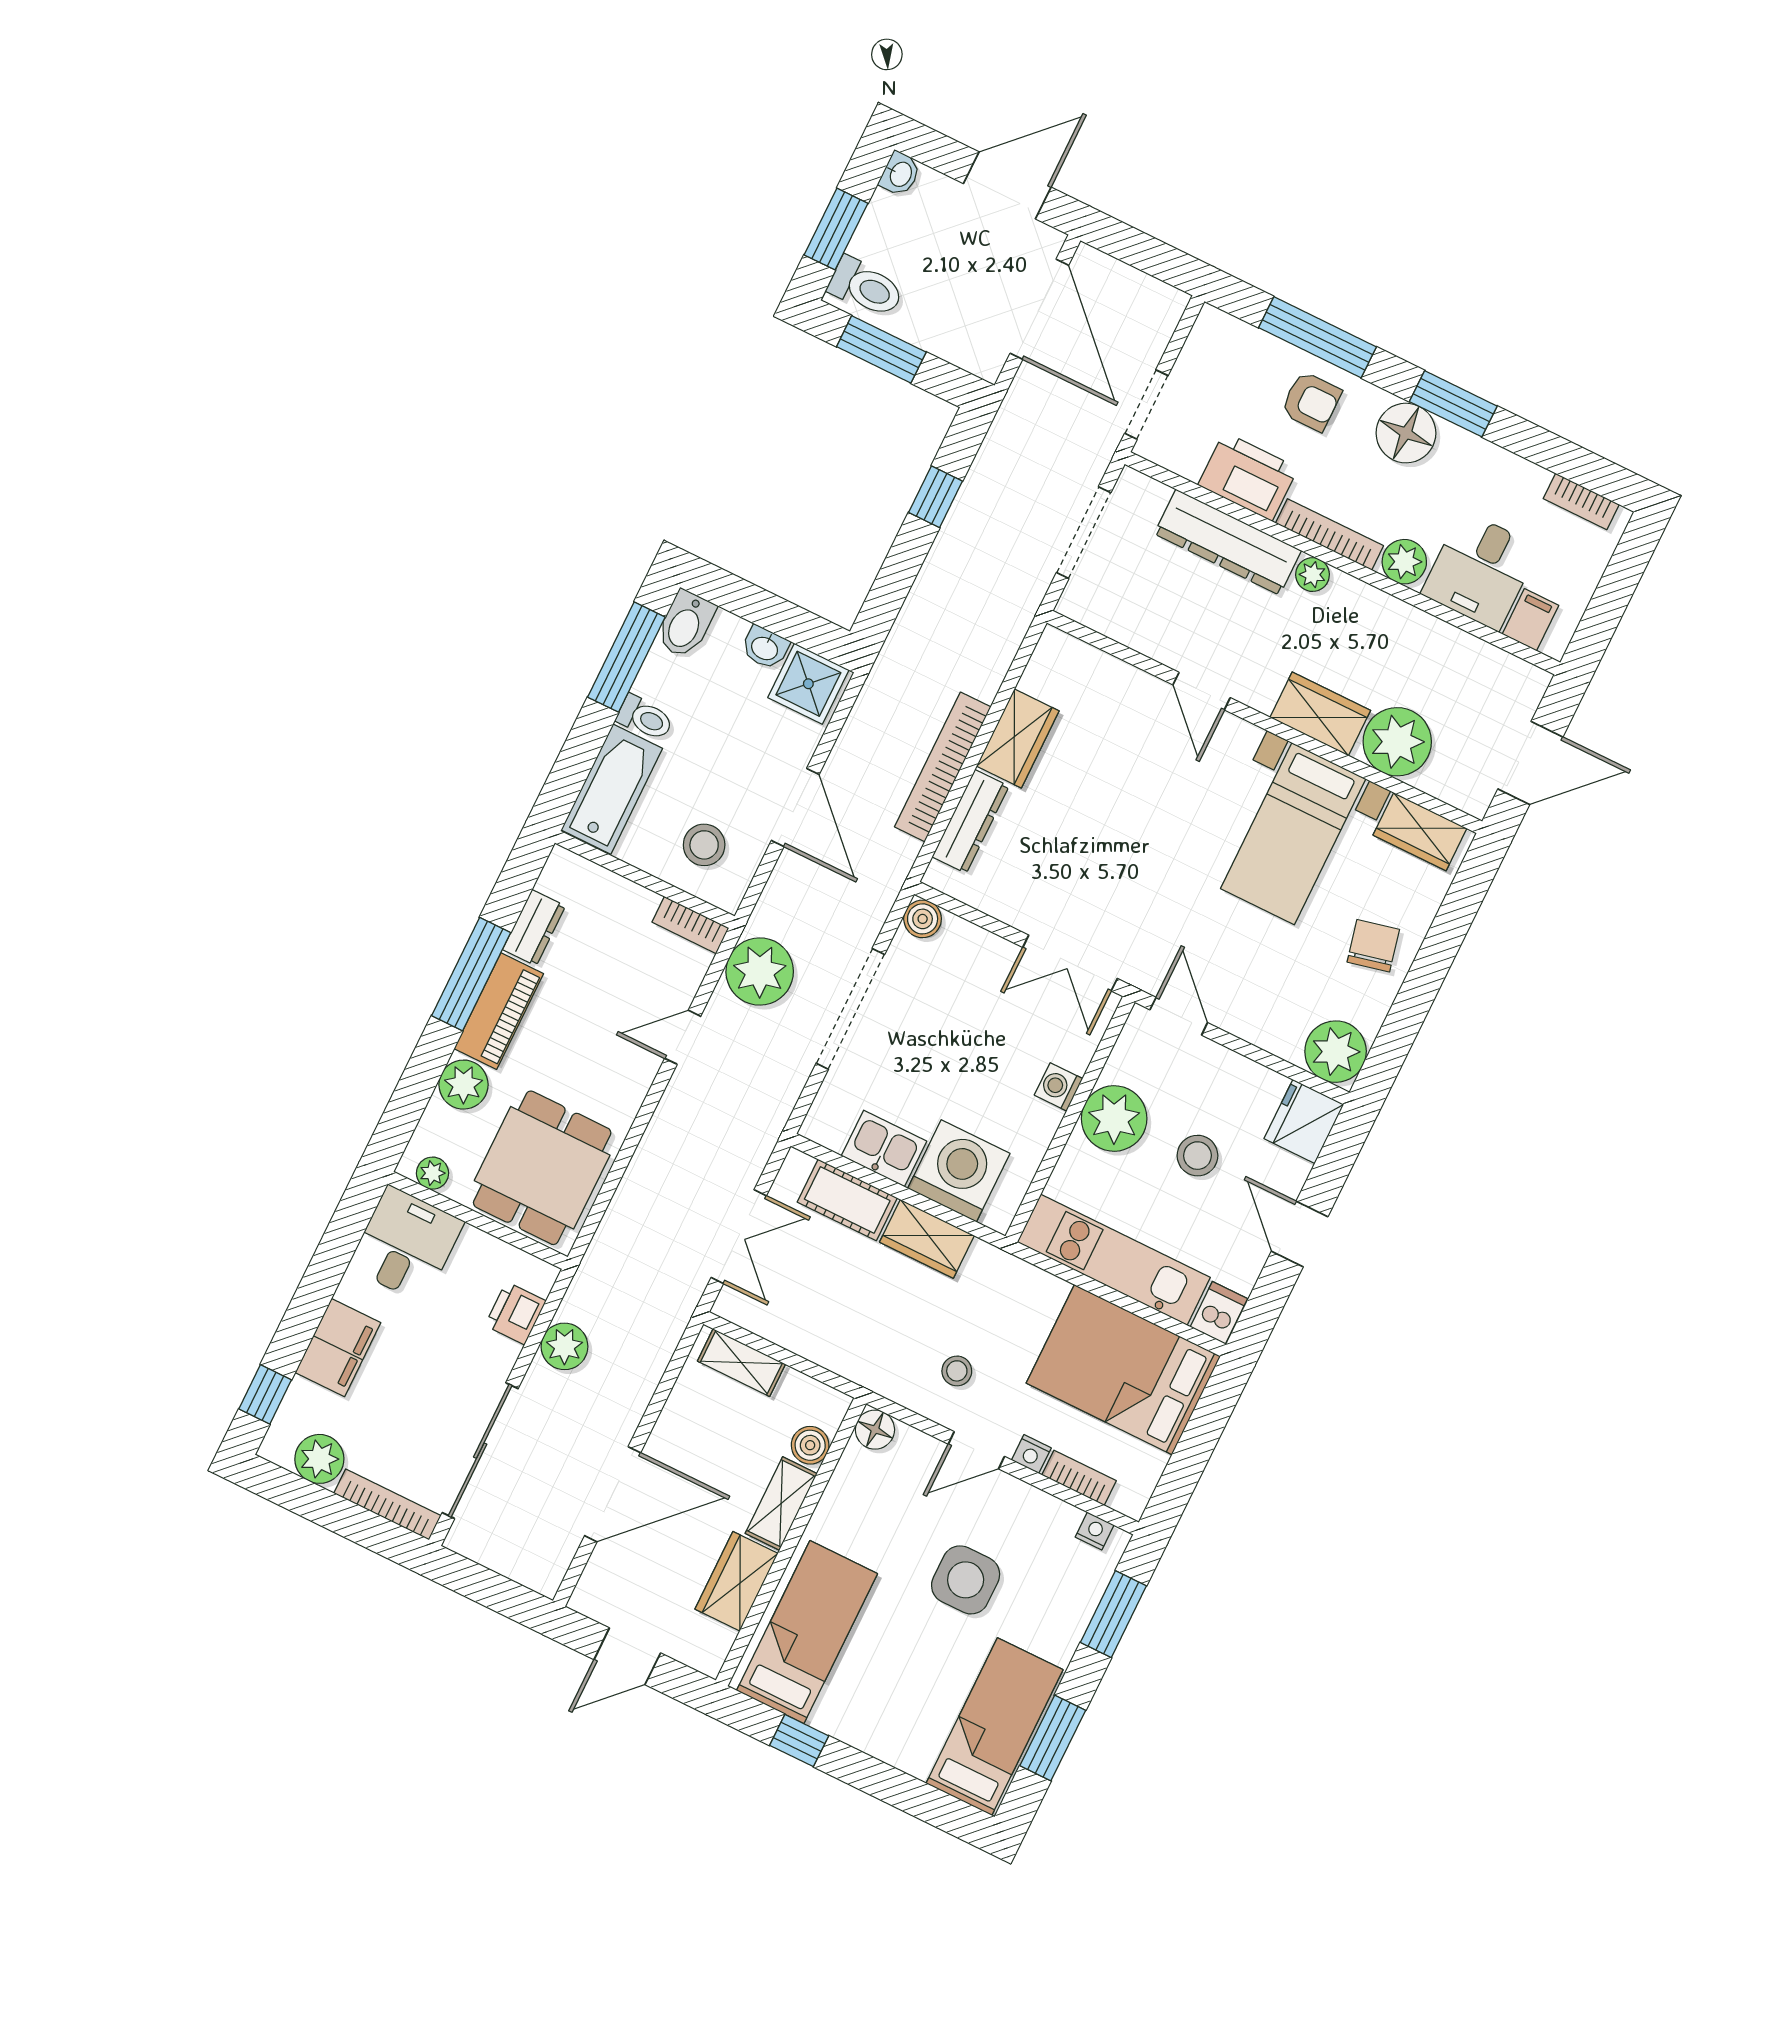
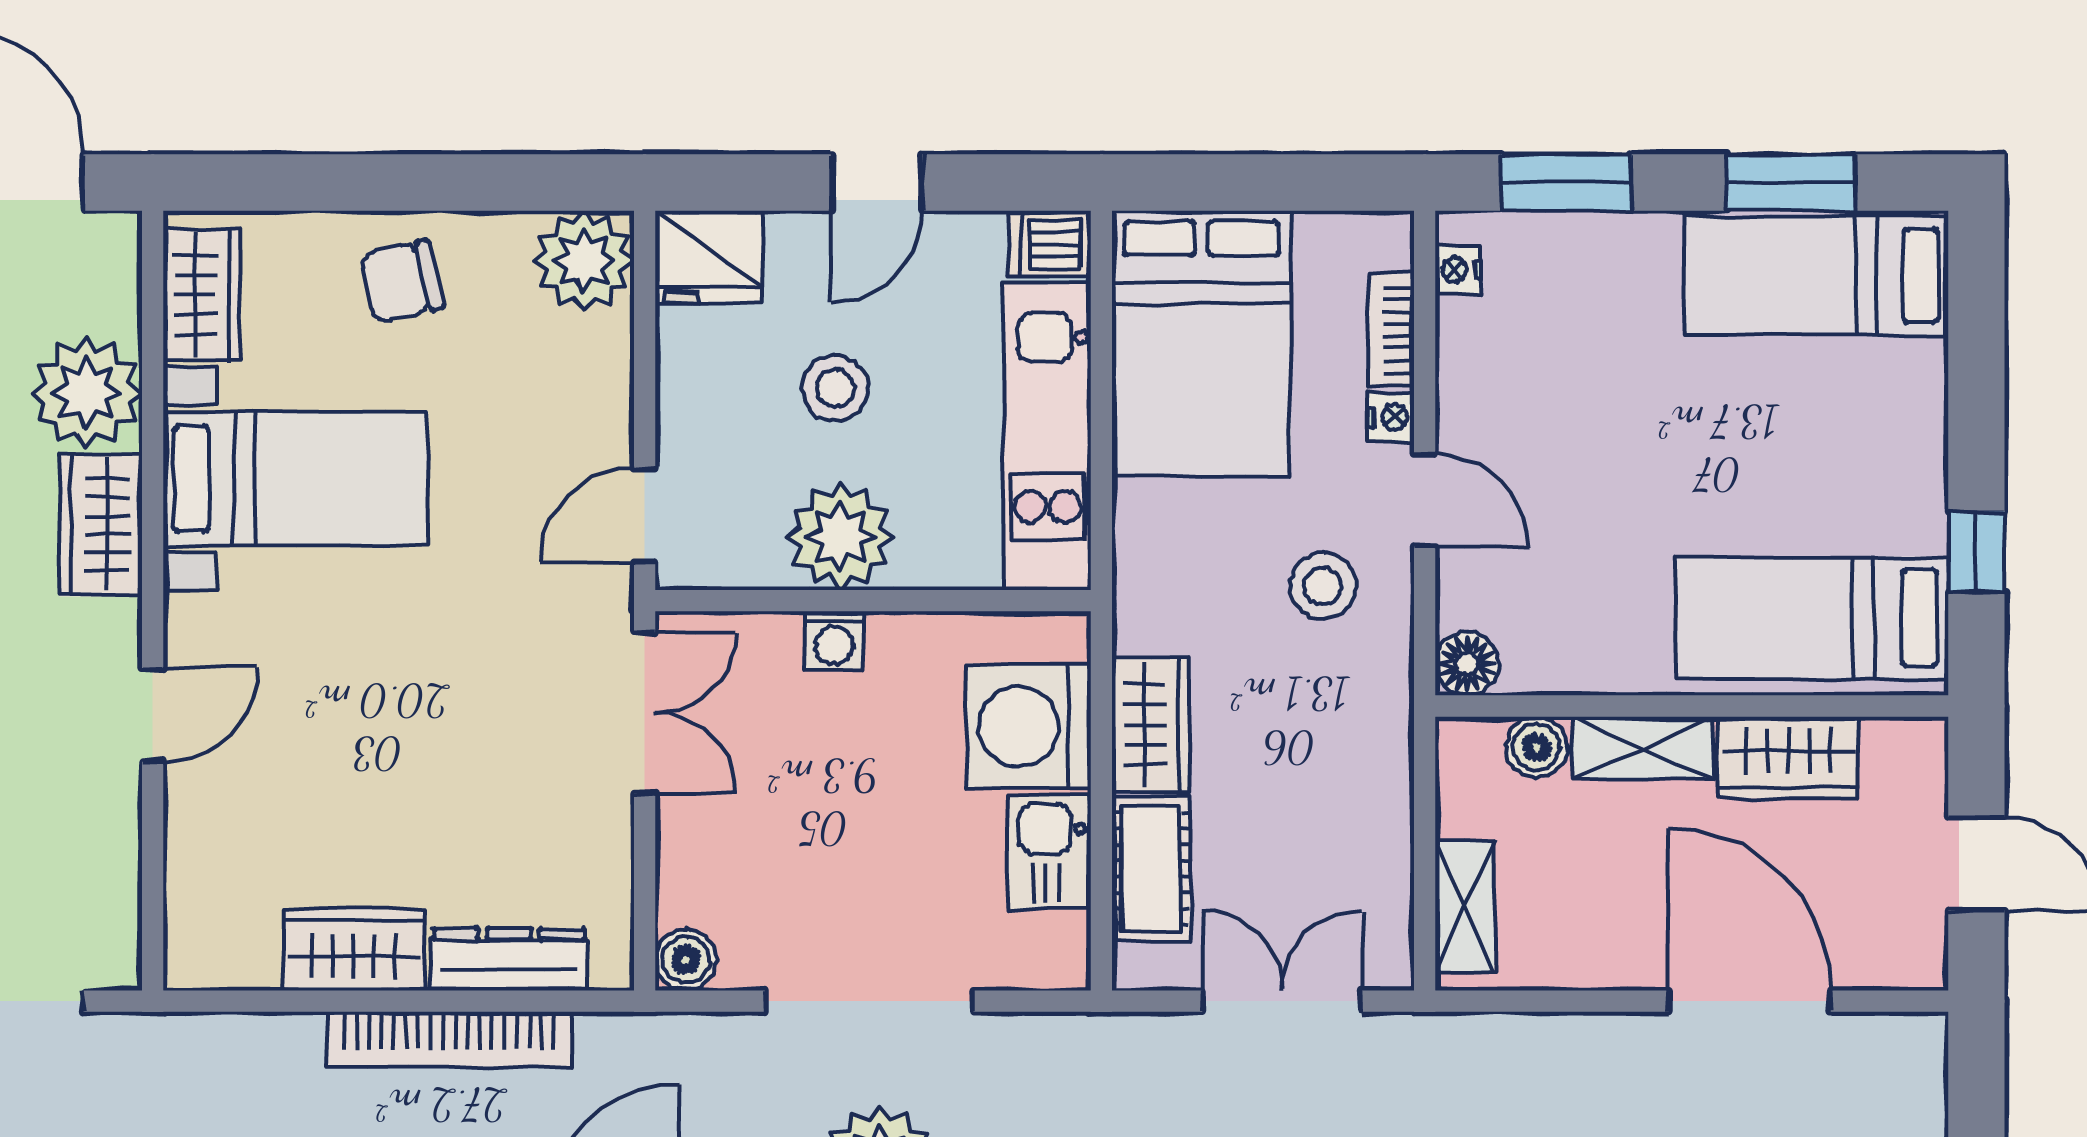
stool: (957, 1371) -> (1323, 586), width x1.37, depth x1.37
side table: (966, 1580) -> (1622, 423), removed

